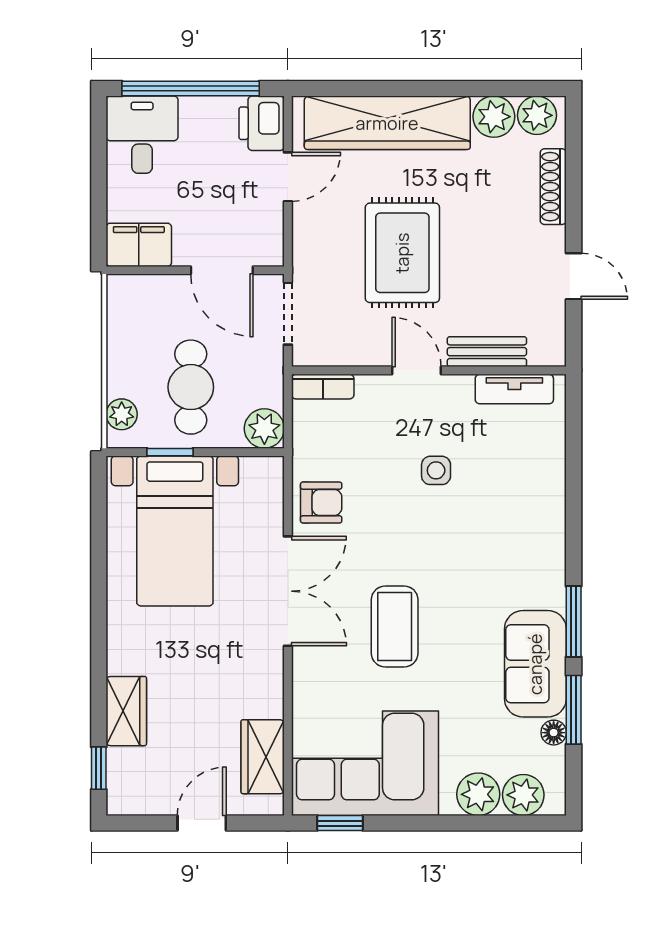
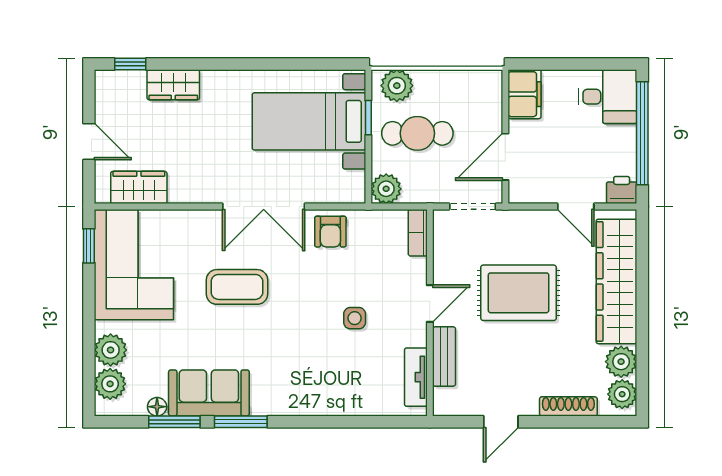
printer: (262, 123) -> (622, 190), width x0.73, depth x0.81
plant: (122, 414) -> (397, 86), width x1.38, depth x1.38

